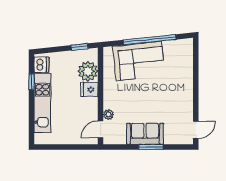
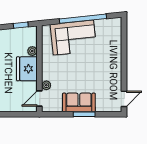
plant: (88, 71) -> (32, 51), width x0.53, depth x0.53
fridge: (89, 90) -> (27, 69), width x1.88, depth x1.34

